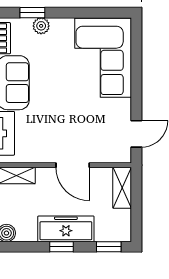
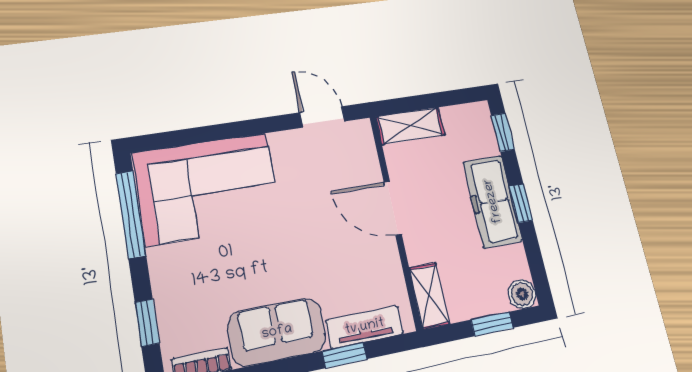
window: (95, 13) -> (131, 214), added
plant: (41, 26) -> (169, 303), removed
door: (73, 165) -> (393, 208), swing flipped

